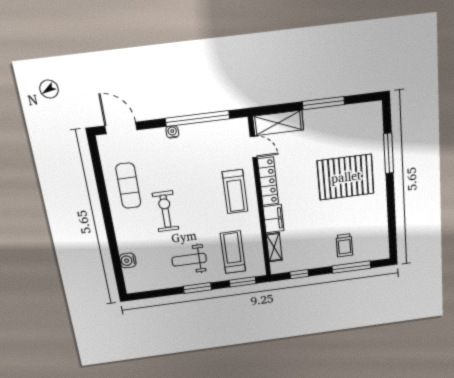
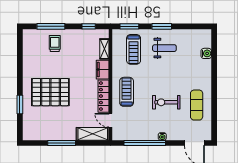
window: (389, 153) -> (20, 105), width x0.69
exercise bike: (166, 211) -> (166, 102), moved, turned 90

